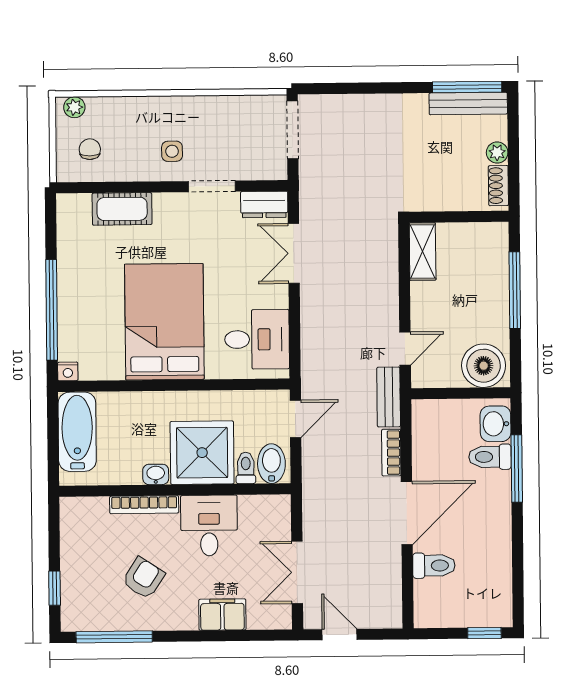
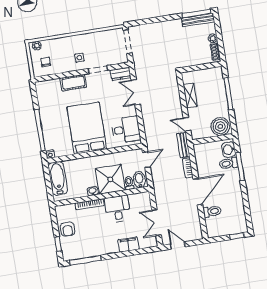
cot: (122, 209) -> (73, 83), moved
shelving: (423, 251) -> (190, 96), moved
door: (405, 348) -> (187, 124), swing flipped
armchair: (143, 578) -> (67, 229), moved, turned 147

